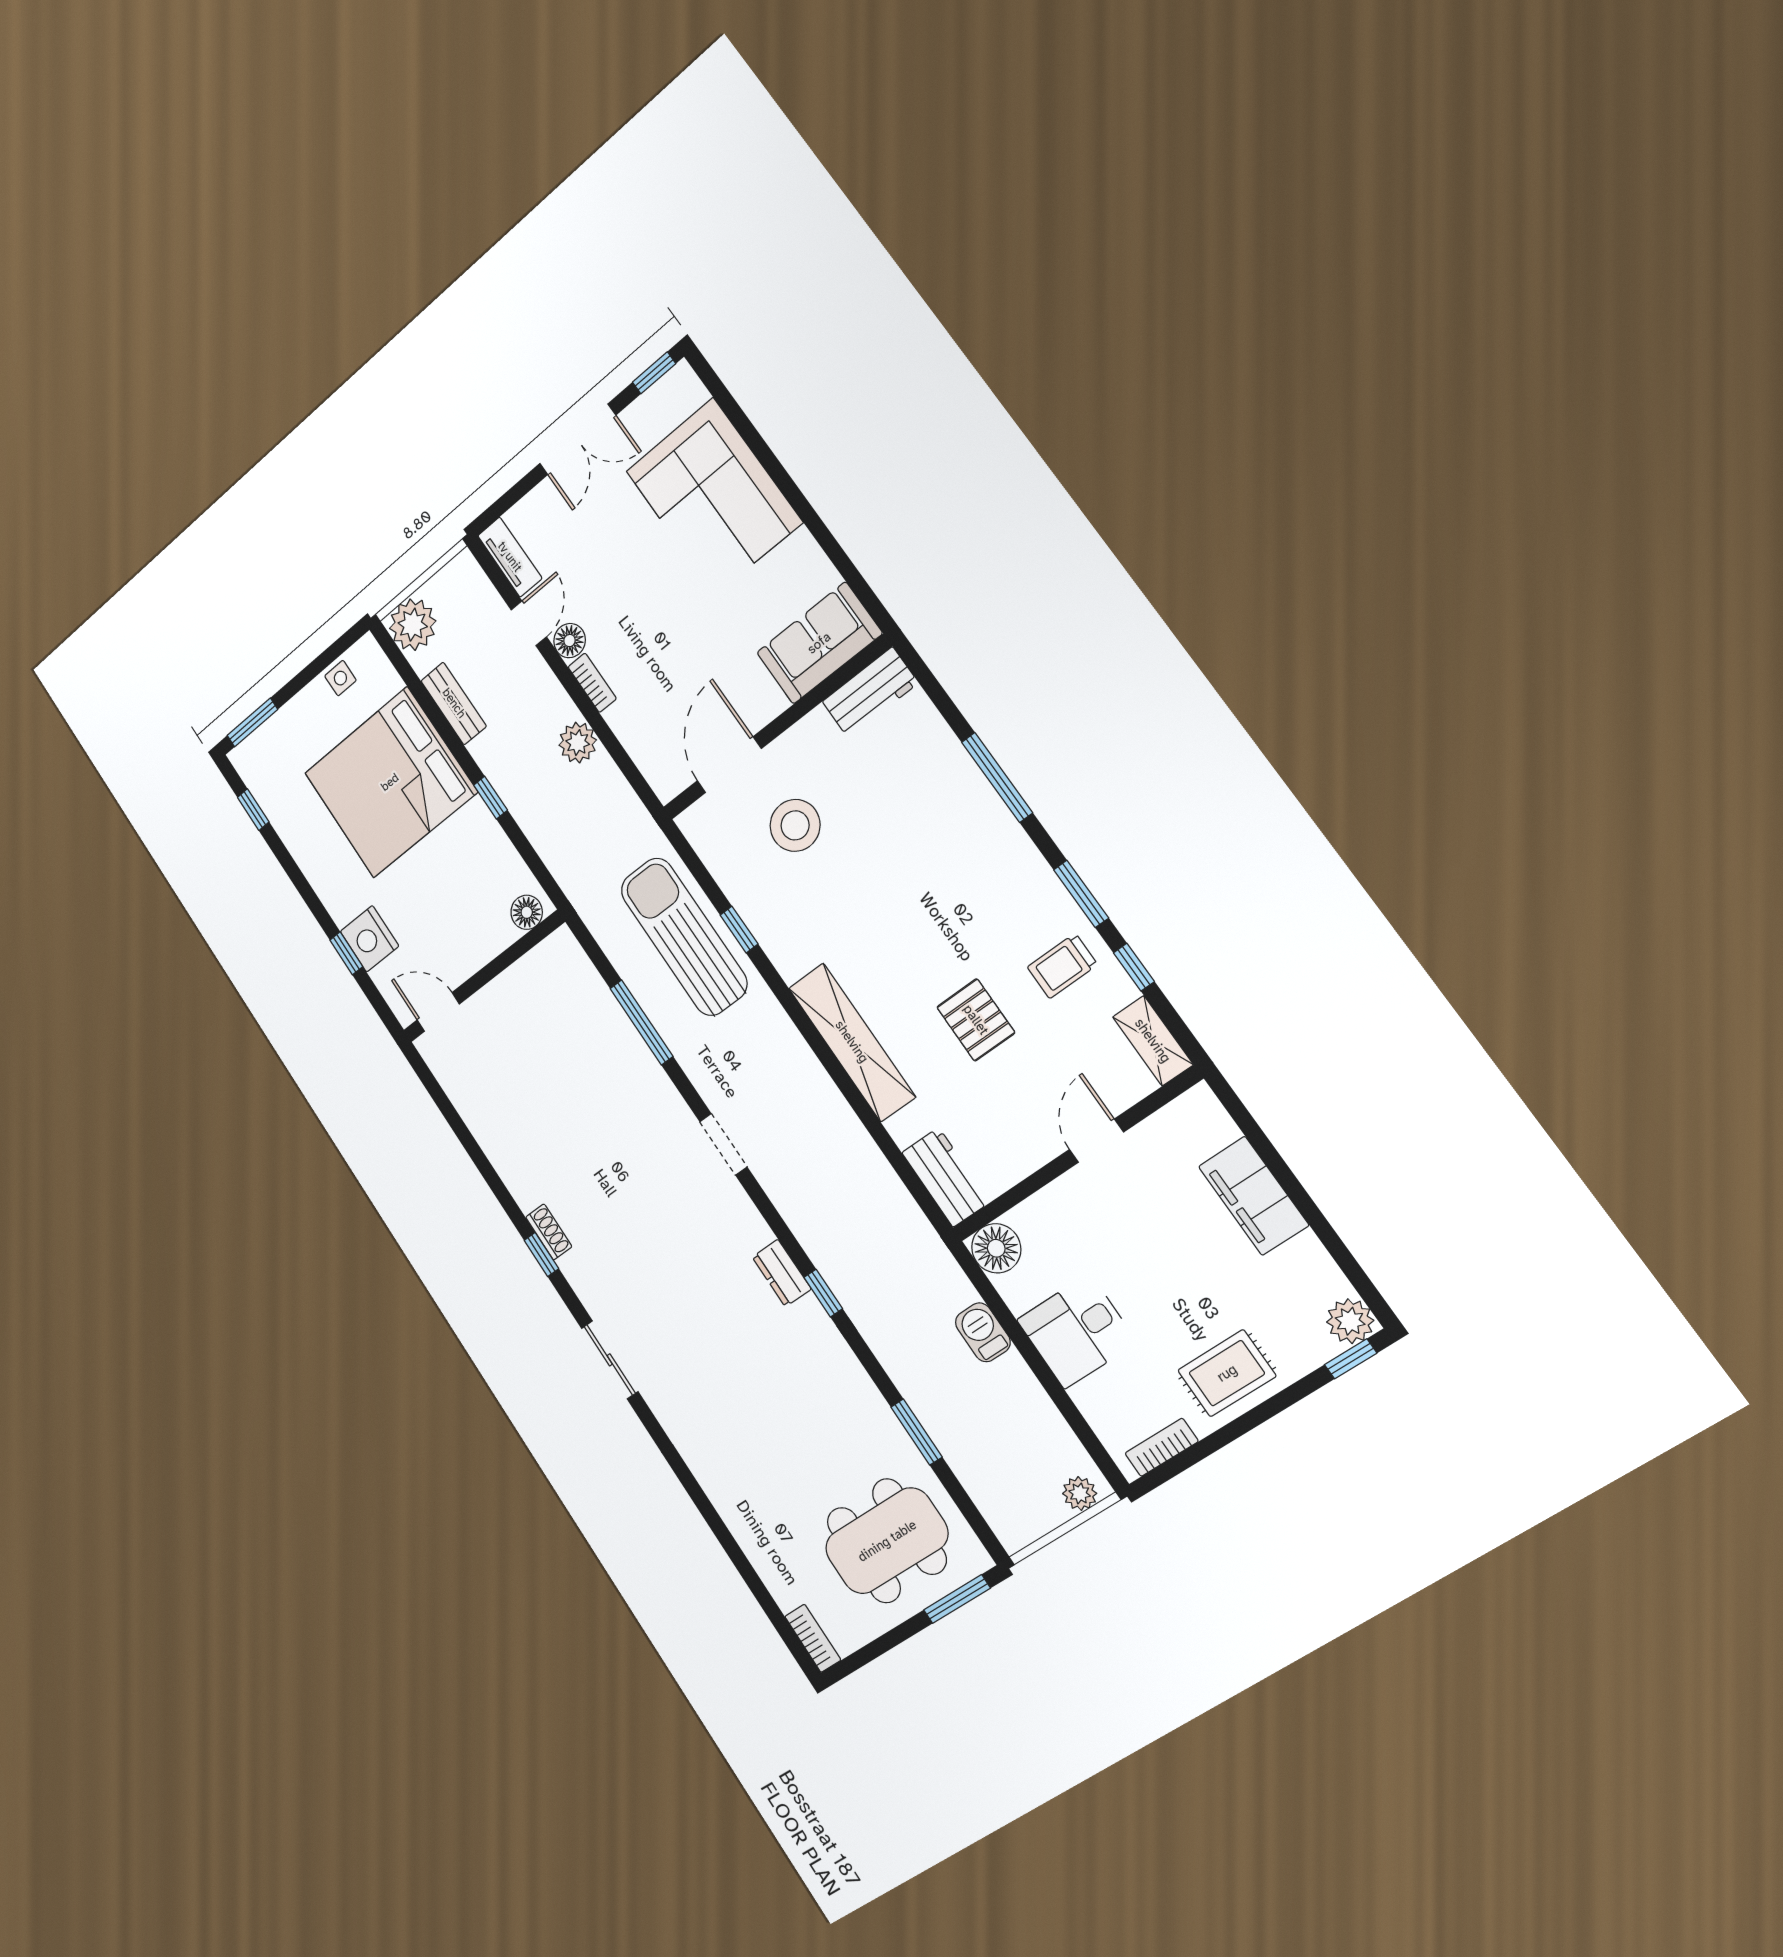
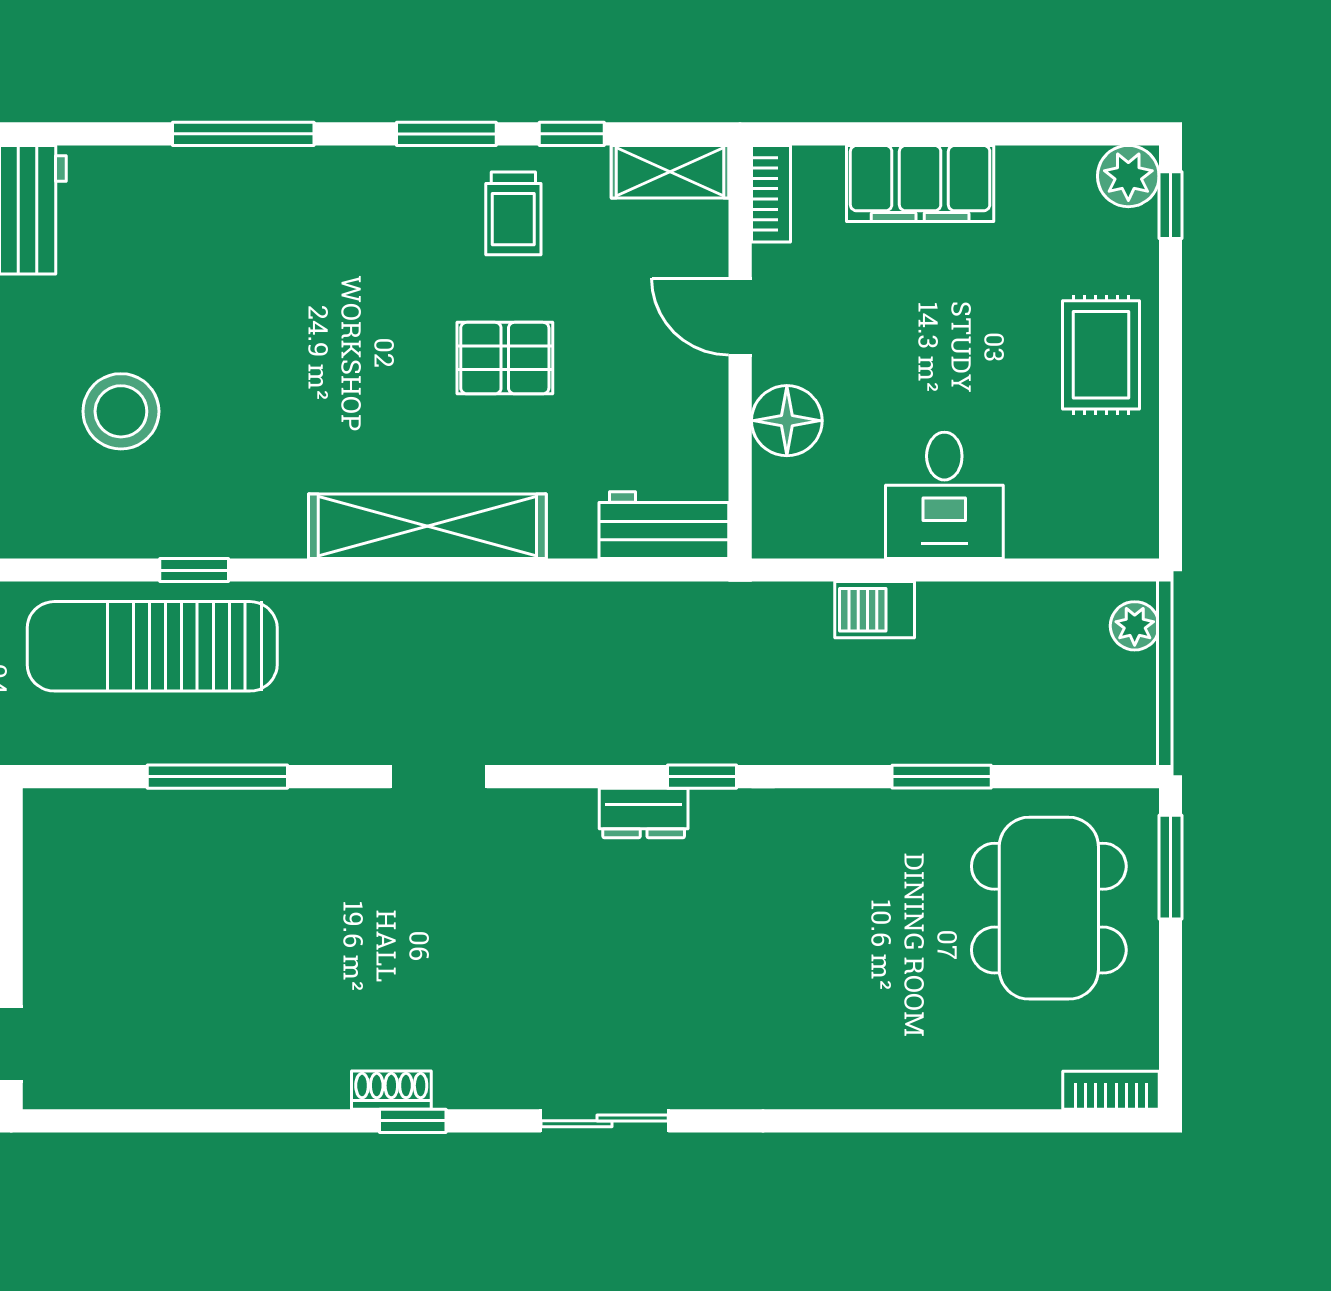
floor lamp: (996, 1248) -> (787, 421), moved
bookcase: (1162, 1447) -> (771, 194), moved, turned 180

